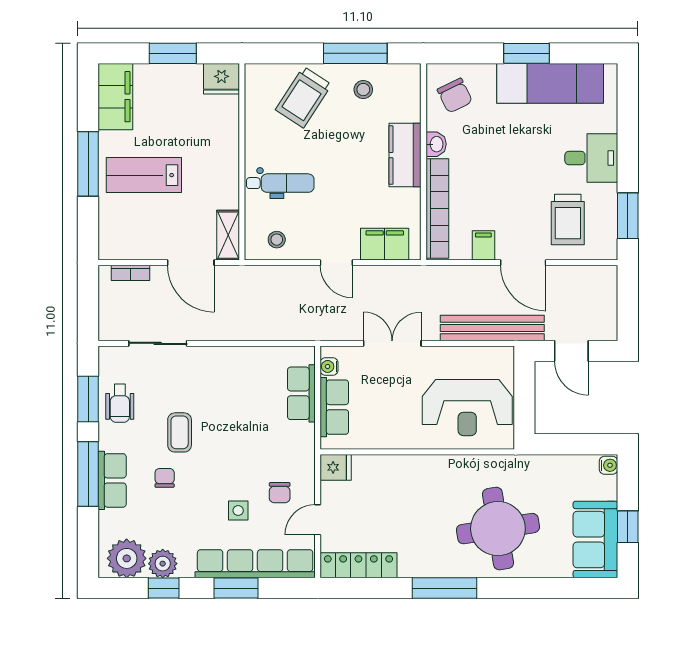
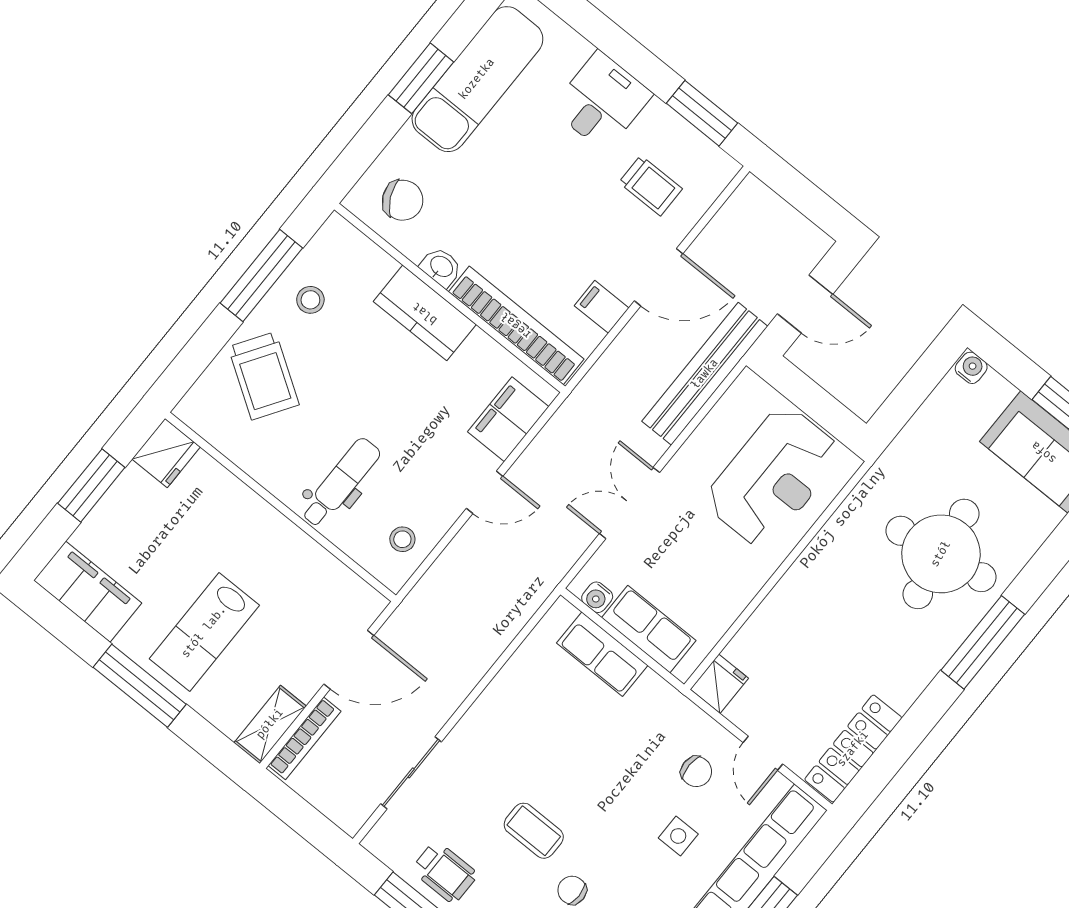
trolley: (568, 220) -> (651, 186), width x0.73, depth x0.72
shelving: (228, 235) -> (270, 724), moved, turned 90
bookcase: (131, 273) -> (305, 738), width x1.56
window: (445, 588) -> (983, 642), moved

